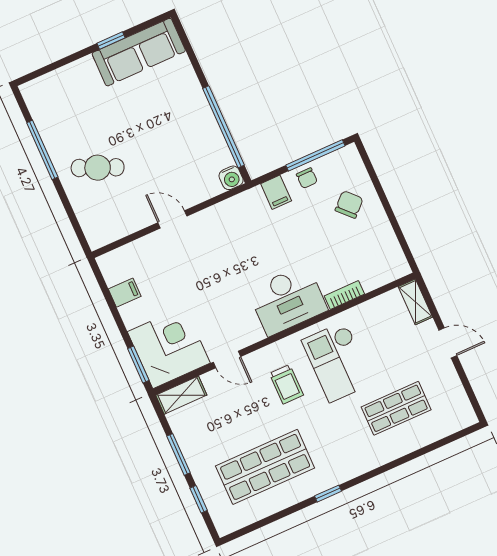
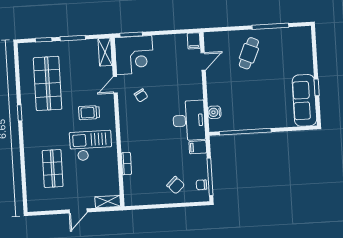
water cooler: (231, 178) -> (214, 112), moved
chair: (307, 178) -> (201, 185), moved
door: (172, 219) -> (203, 61), moved
filing cabinet: (125, 293) -> (194, 41), moved
desk: (288, 300) -> (189, 120), moved, turned 180
chair: (228, 312) -> (141, 95), added

